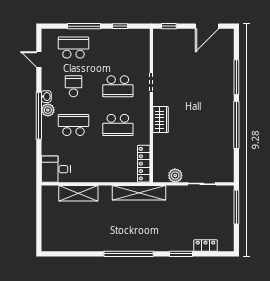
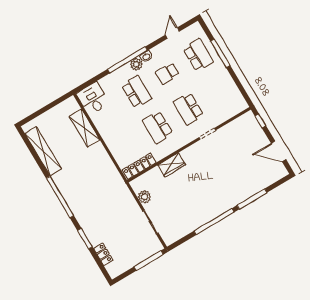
window: (120, 26) -> (237, 82), removed
school desk: (73, 86) -> (167, 73), turned 180
wardrobe: (161, 120) -> (172, 165), moved
shelving: (139, 193) -> (43, 151), moved

